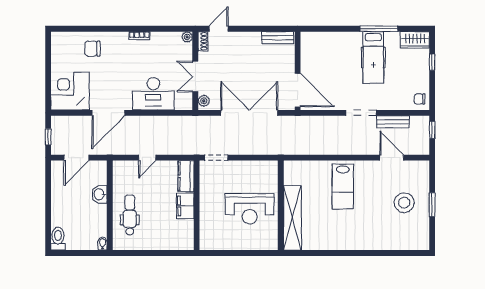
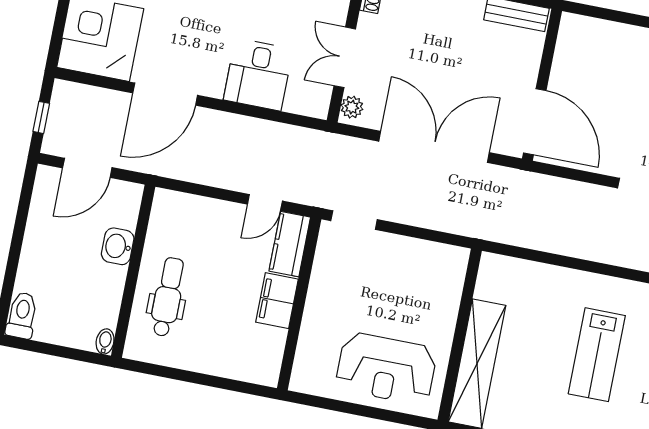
desk: (153, 94) -> (258, 74), width x0.73
door: (147, 158) -> (265, 203), moved
lab bench: (343, 187) -> (597, 355), moved
reception desk: (250, 209) -> (386, 369), moved

